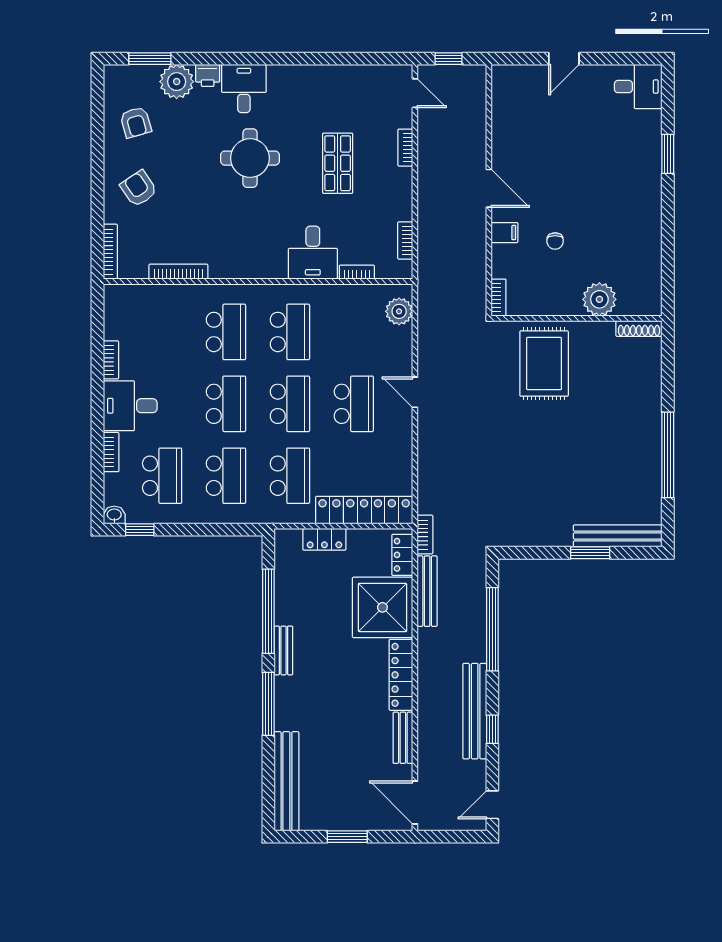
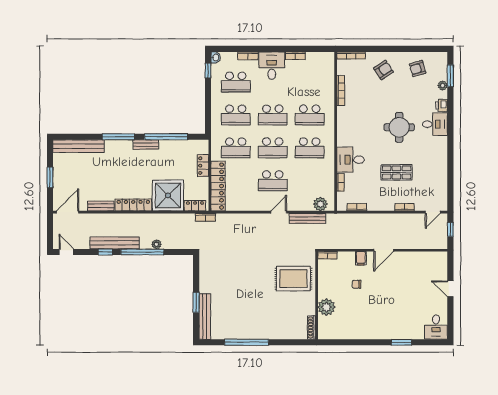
plant: (177, 82) -> (443, 85), width x0.53, depth x0.53
bench: (427, 591) -> (308, 218), moved
window: (492, 629) -> (142, 252), moved
plant: (477, 630) -> (156, 244), added

